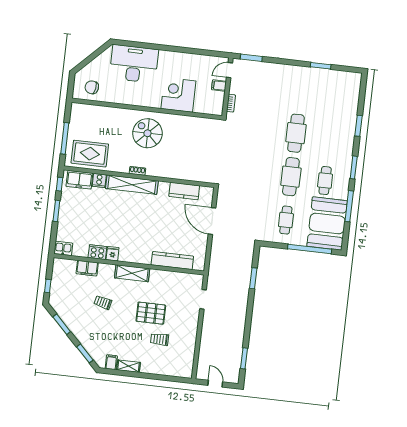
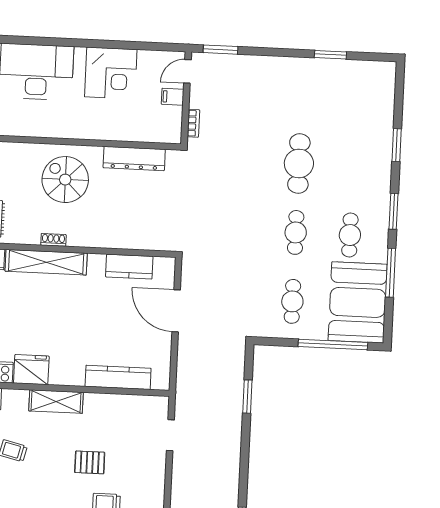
corner desk: (178, 95) -> (111, 73), moved, turned 180
dresser: (192, 123) -> (134, 158), added
cafe table: (291, 177) -> (296, 232), width x0.73, depth x0.74
fridge: (113, 254) -> (31, 370), width x1.88, depth x1.34
pallet: (151, 313) -> (90, 462), width x0.67, depth x0.71

